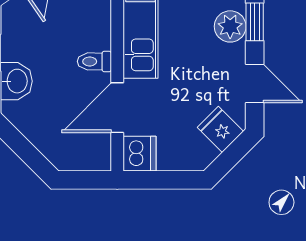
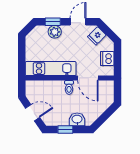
dishwasher: (139, 154) -> (107, 58), moved, turned -90

